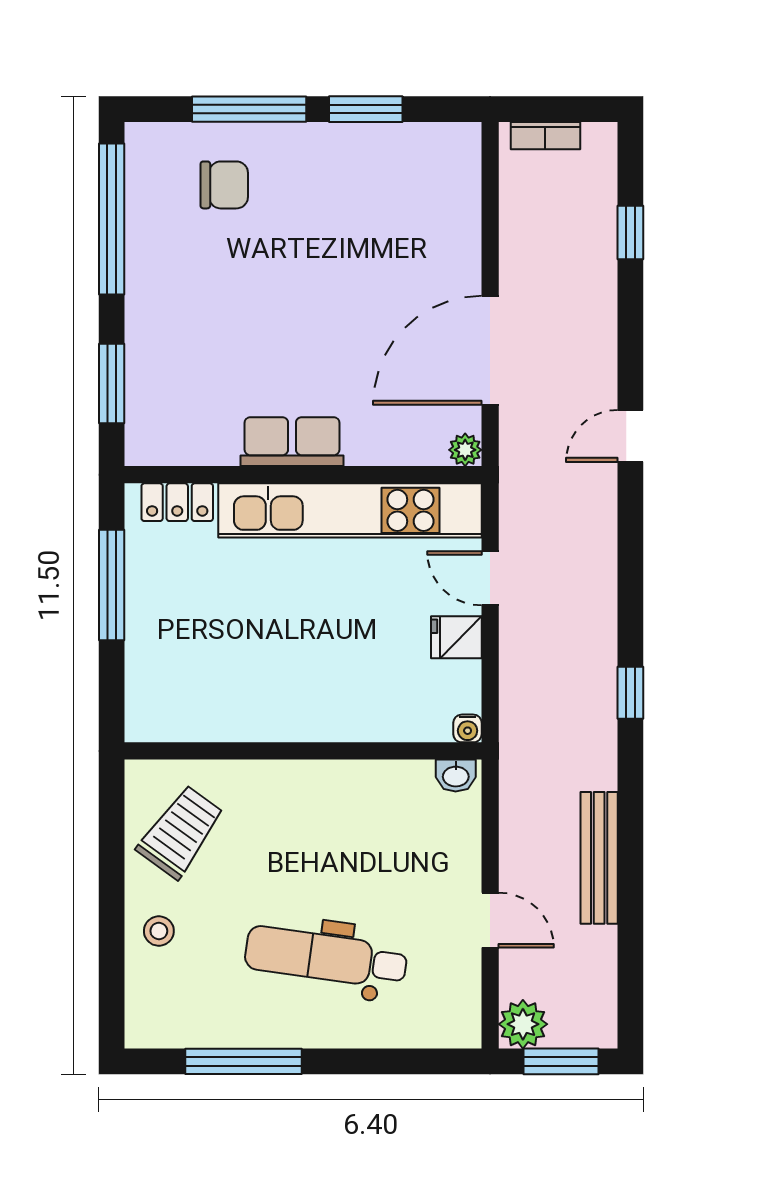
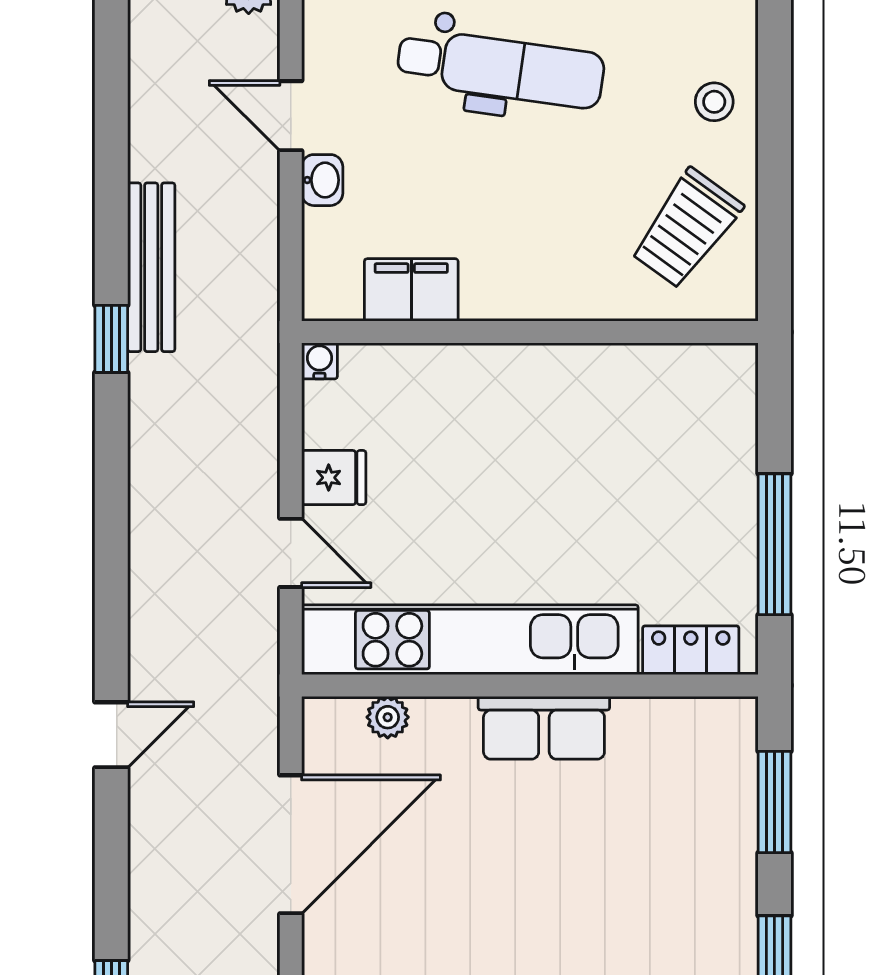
plant: (465, 450) -> (388, 717), moved
window: (630, 693) -> (111, 339), moved
washbasin: (456, 776) -> (322, 180), moved, turned 90
filing cabinet: (396, 784) -> (411, 290), added
bench: (599, 858) -> (151, 267), moved

